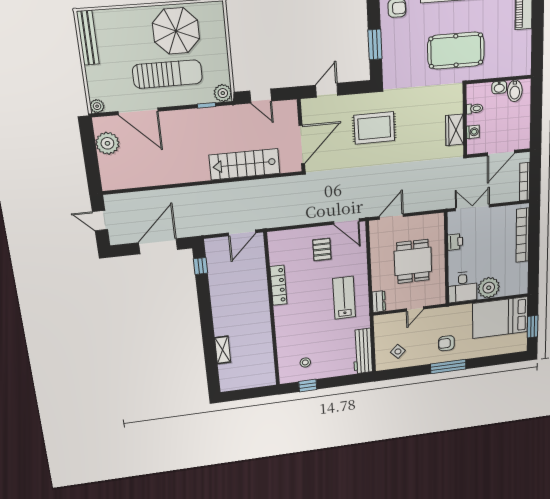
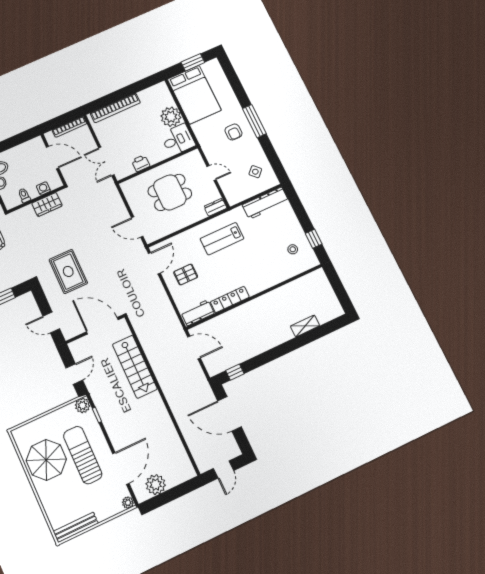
workbench: (277, 248) -> (198, 313), added

